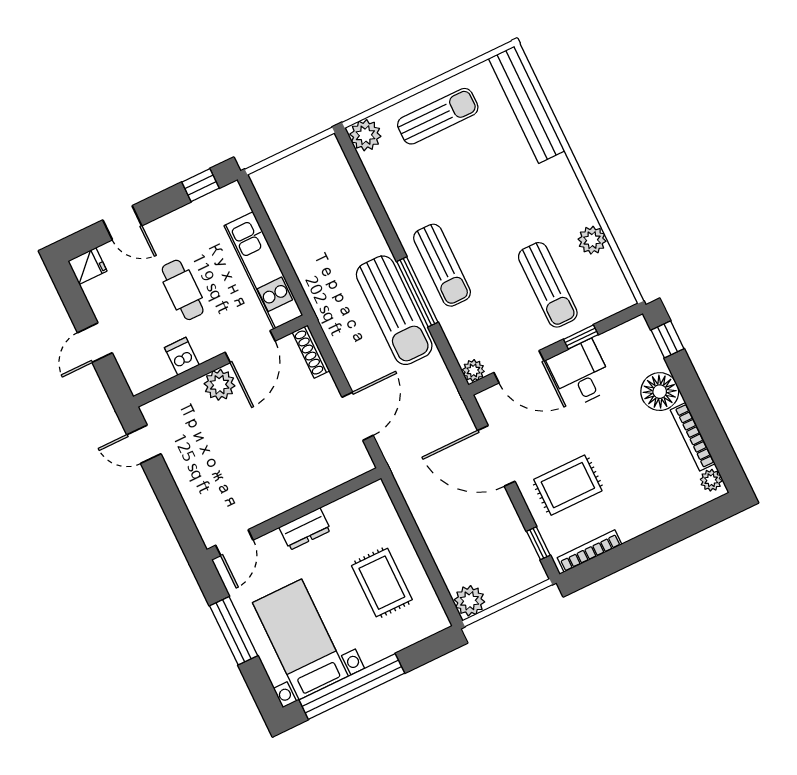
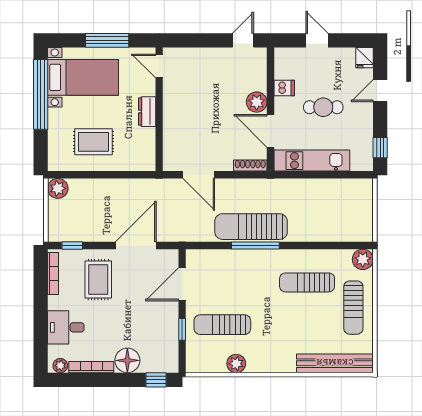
sun lounger: (442, 265) -> (307, 282), moved
plant: (473, 370) -> (193, 256), removed
desk: (580, 374) -> (66, 327), moved, turned 180

